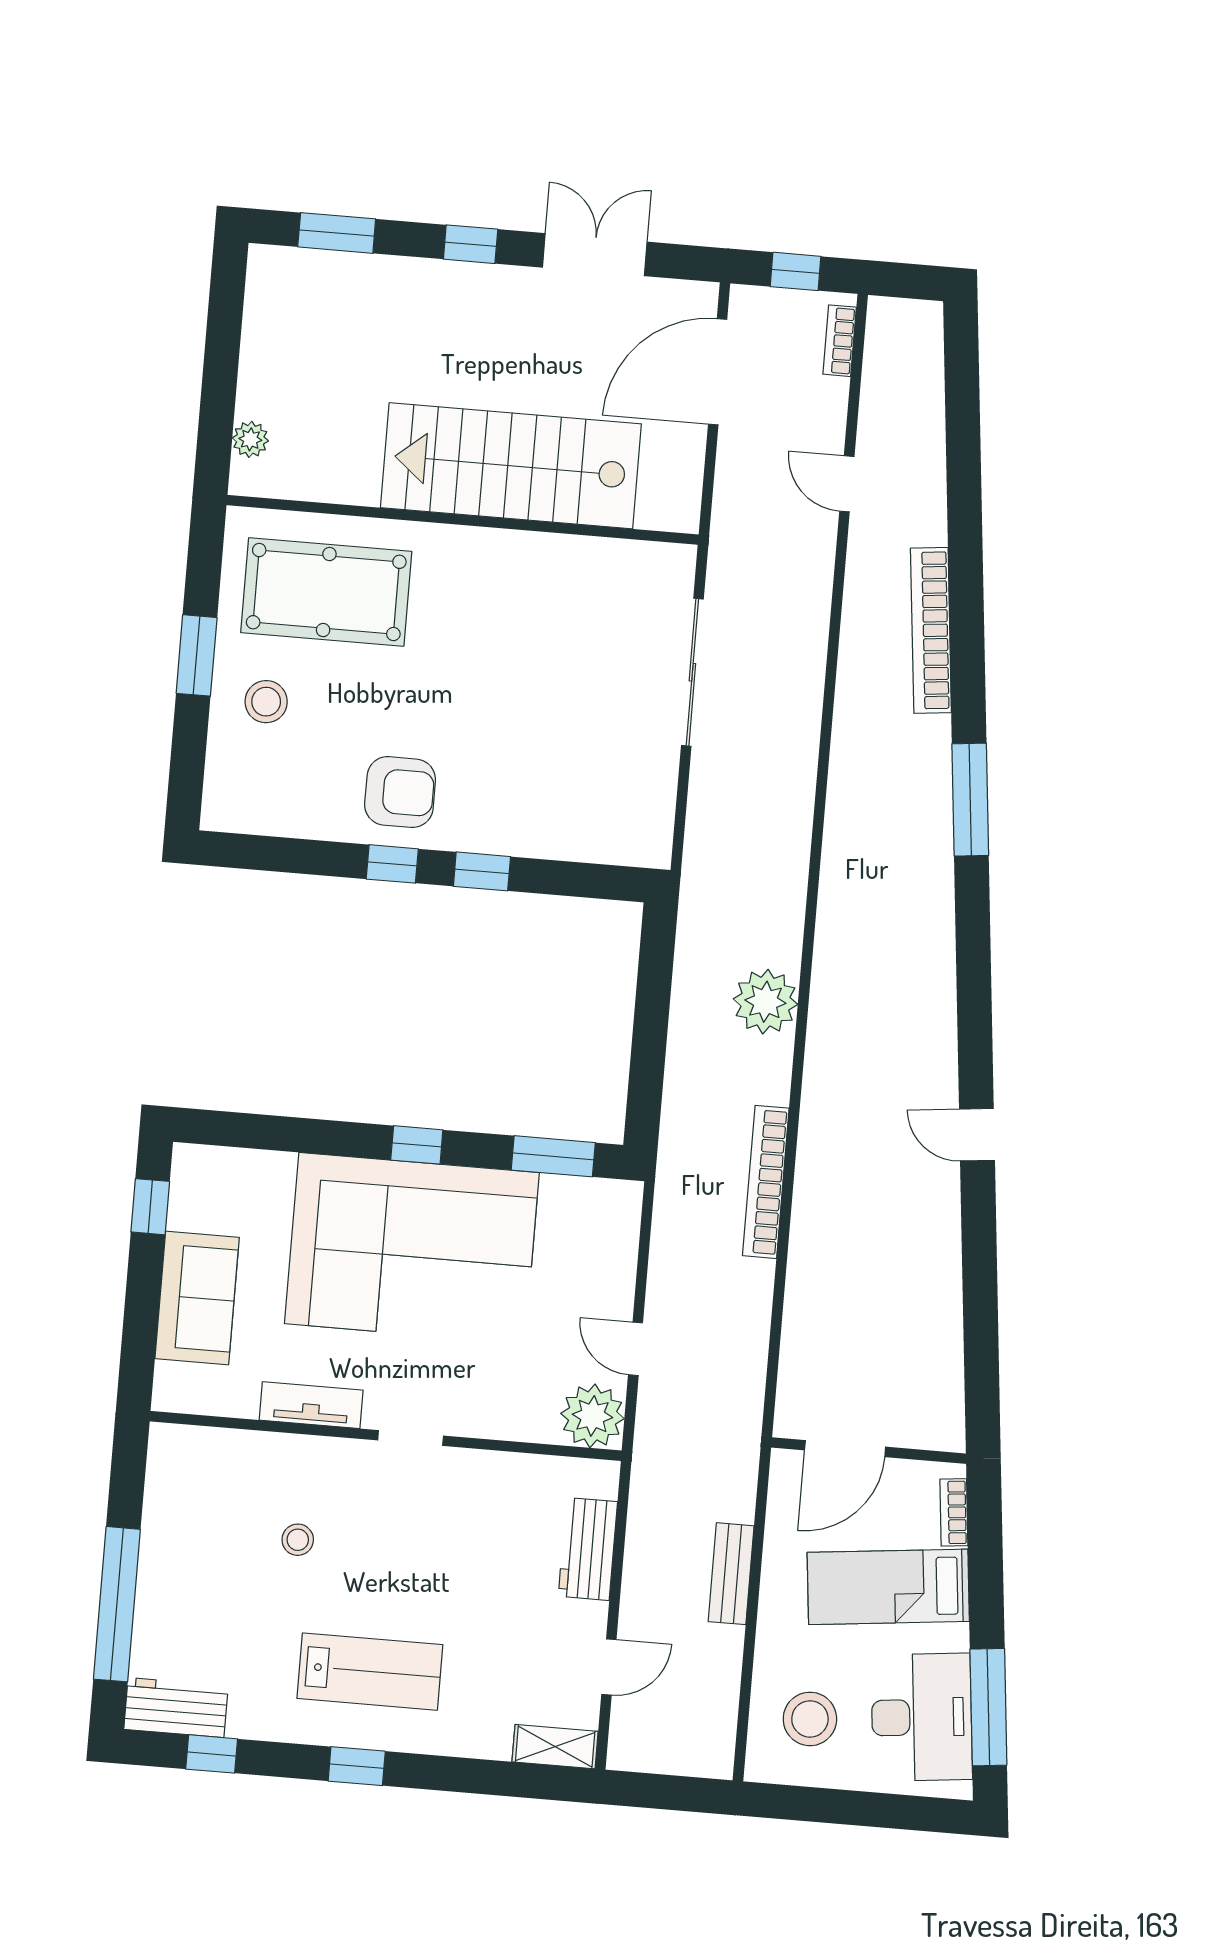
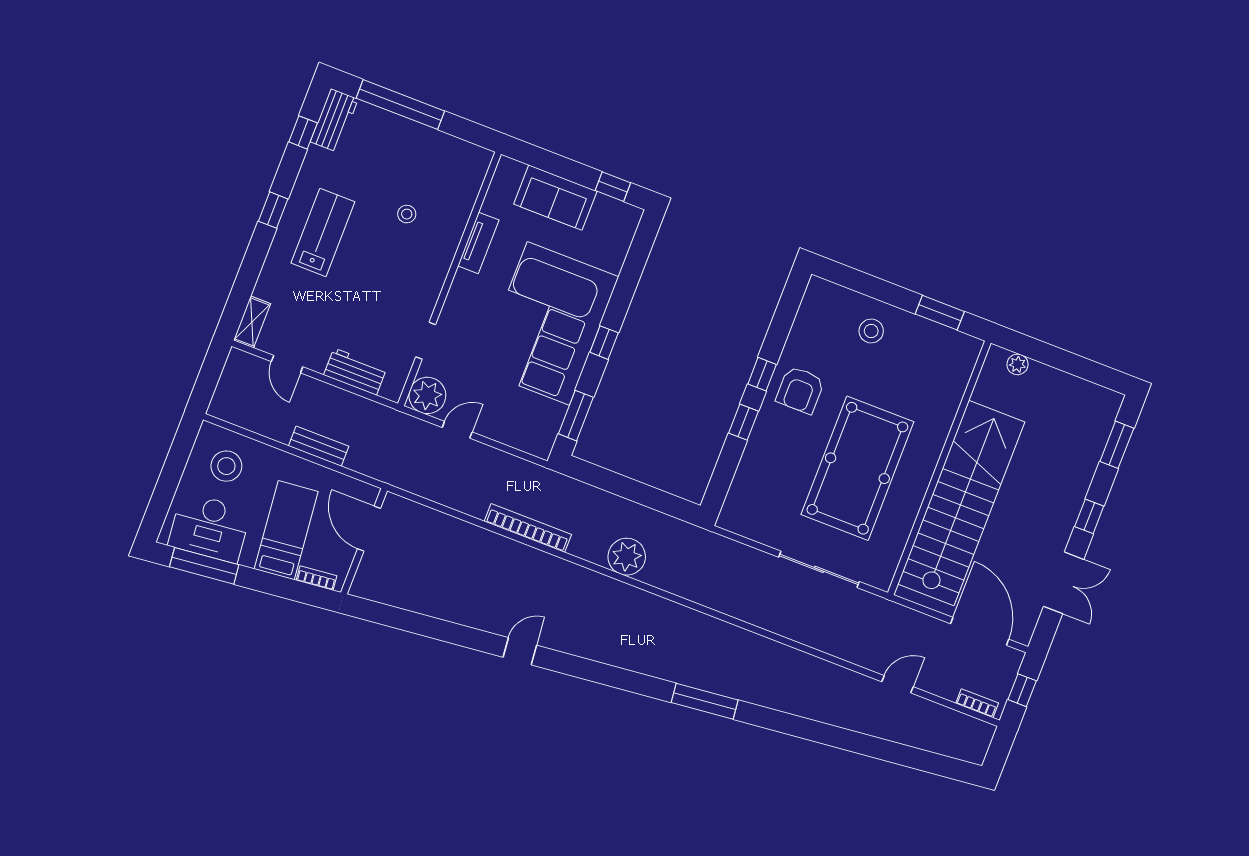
stairs: (511, 466) -> (961, 503), width x1.36
pool table: (326, 592) -> (857, 468), moved, width x1.36, depth x1.32
bookcase: (931, 630) -> (804, 707), removed
window: (197, 655) -> (940, 313), moved
doorway: (411, 1438) -> (426, 341), moved
lab bench: (370, 1672) -> (323, 232), turned 180

